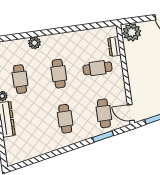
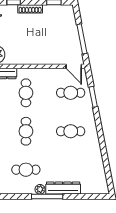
cafe table: (59, 74) -> (26, 131), turned 90
door: (131, 113) -> (74, 66), hinge flipped

